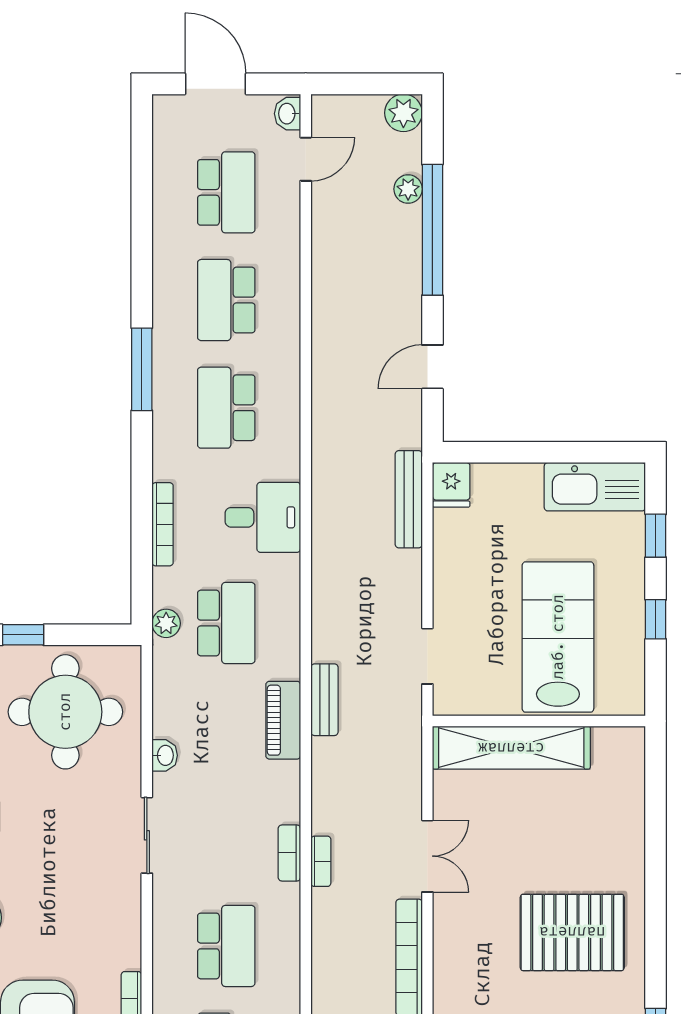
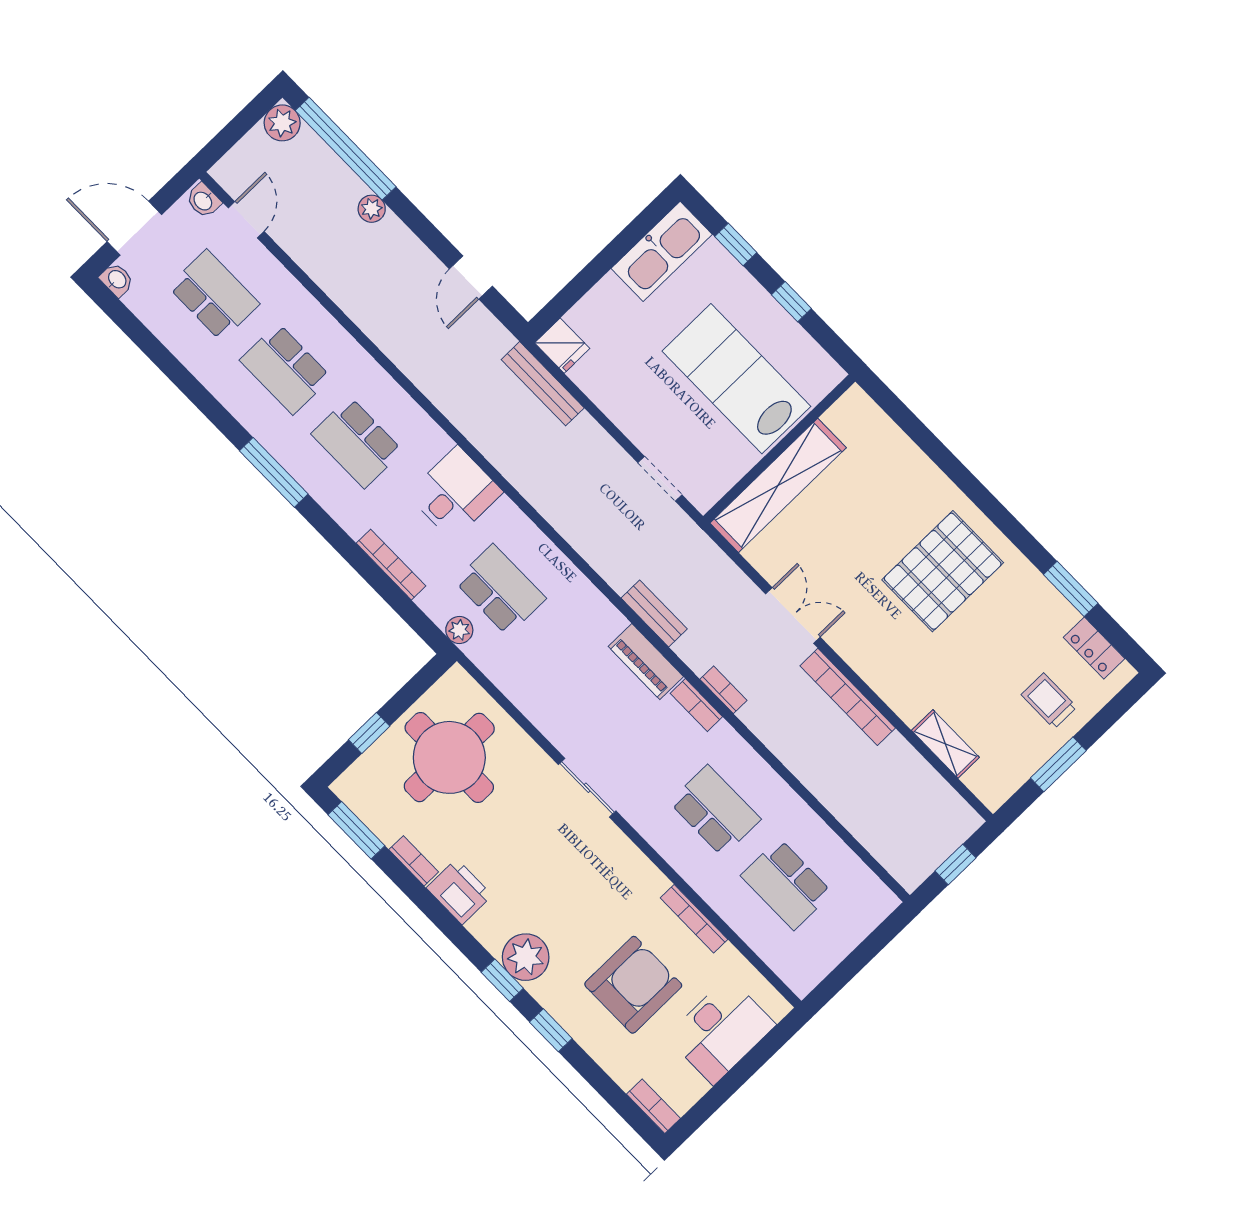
plant: (408, 189) -> (372, 209), moved
window: (432, 230) -> (346, 149), moved
bench: (324, 700) -> (654, 614), moved
piano: (283, 720) -> (646, 662), moved
washbasin: (165, 755) -> (117, 280), moved

